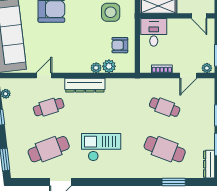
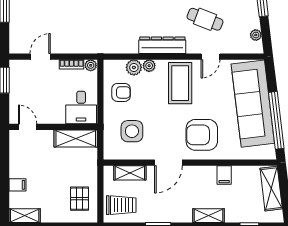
coffee table: (70, 53) -> (180, 83), added
plant: (207, 68) -> (91, 65), moved
cafe table: (49, 107) -> (205, 19), turned 39
cafe table: (165, 107) -> (68, 19), removed

